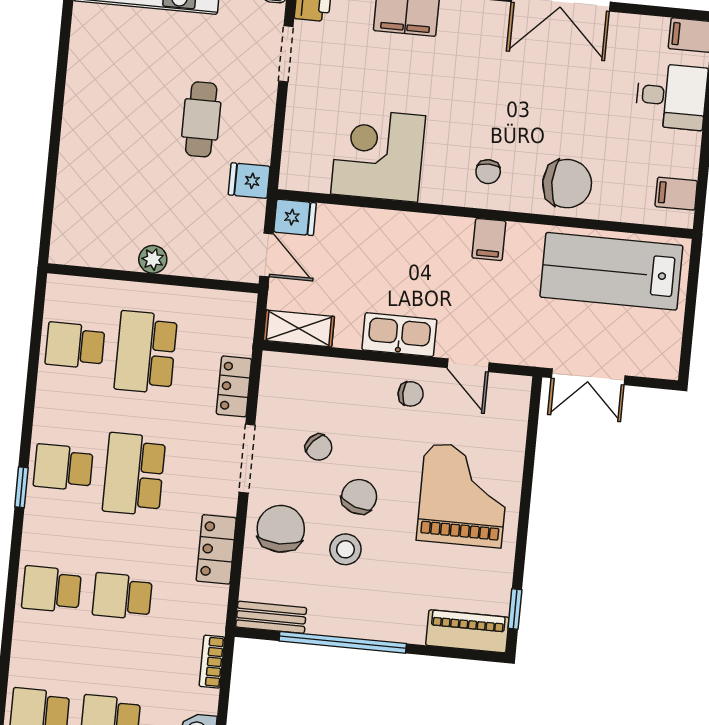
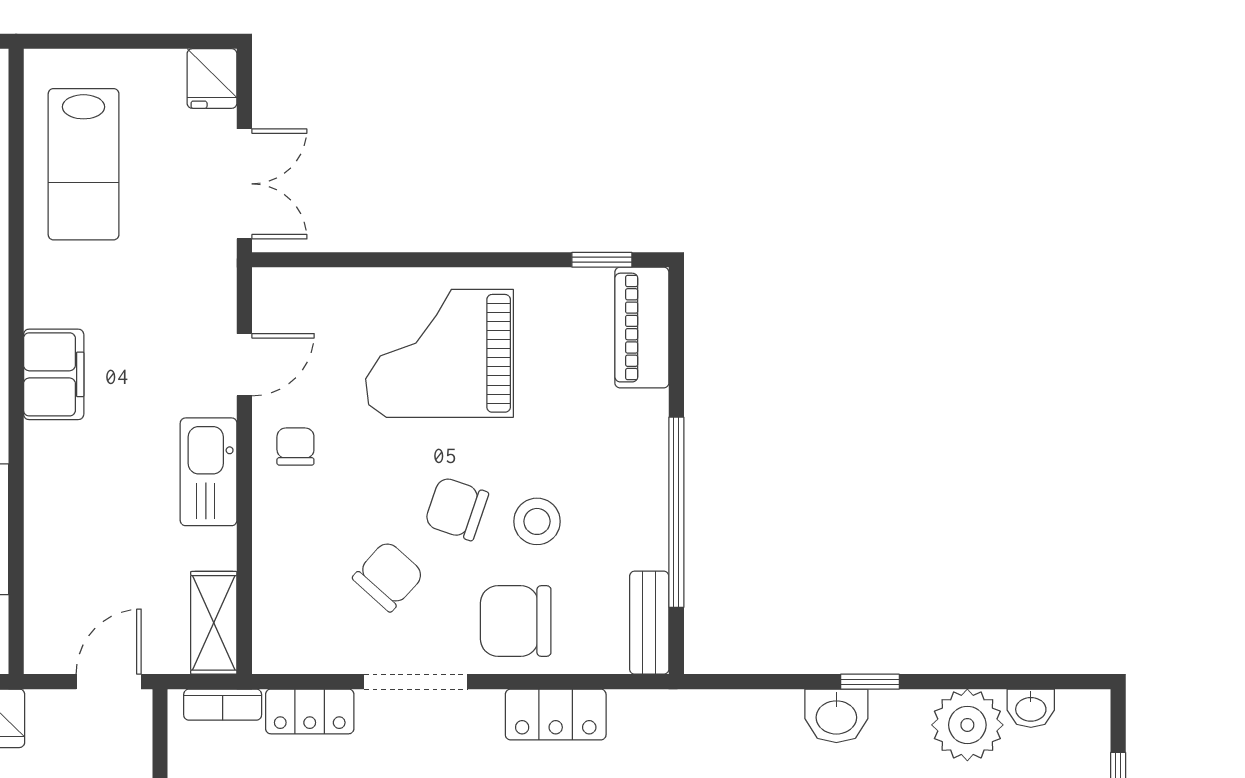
fridge: (295, 217) -> (212, 78), moved, turned 180
filing cabinet: (489, 239) -> (54, 374), width x2.00
lab bench: (611, 271) -> (84, 164), width x0.73, depth x0.72
chair: (319, 447) -> (388, 576), width x1.37, depth x1.37
bookcase: (212, 662) -> (223, 705), moved

